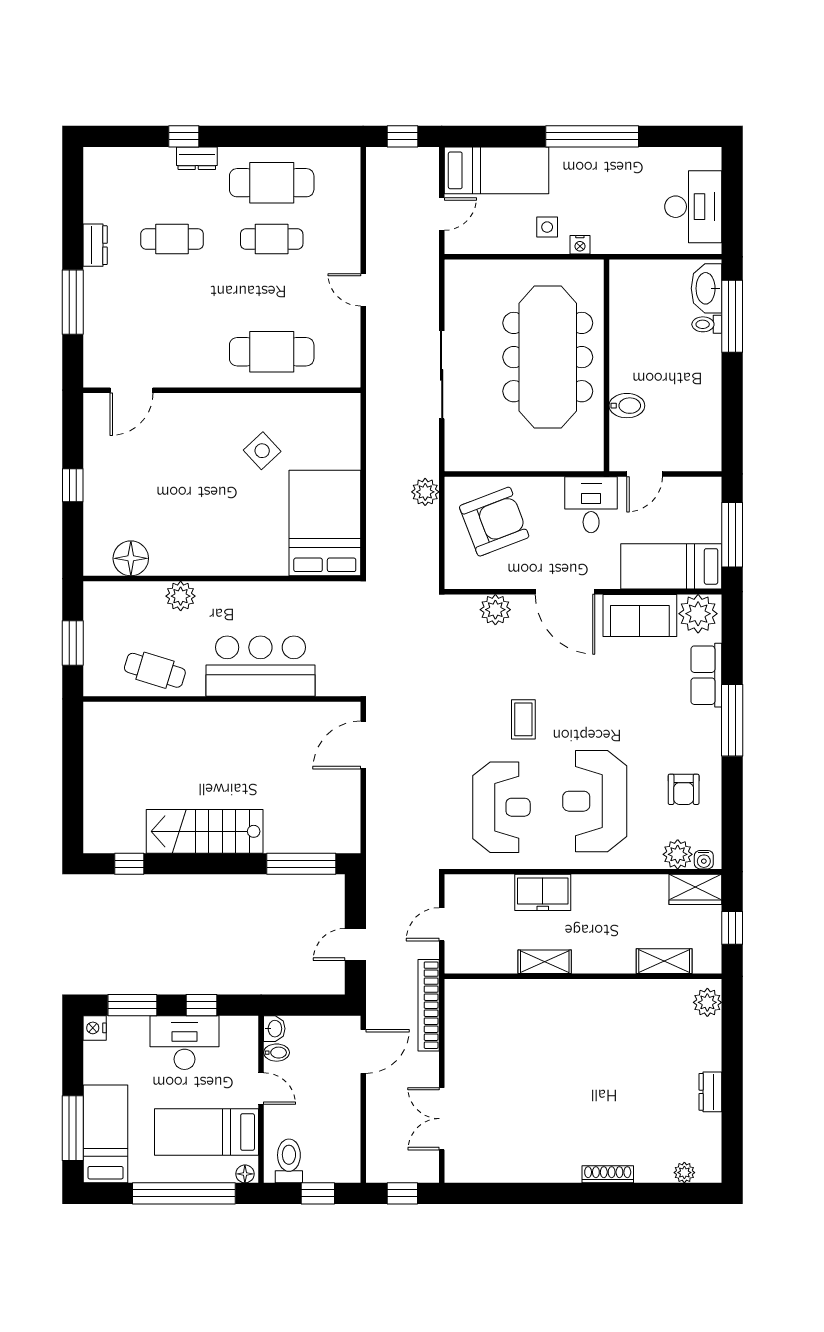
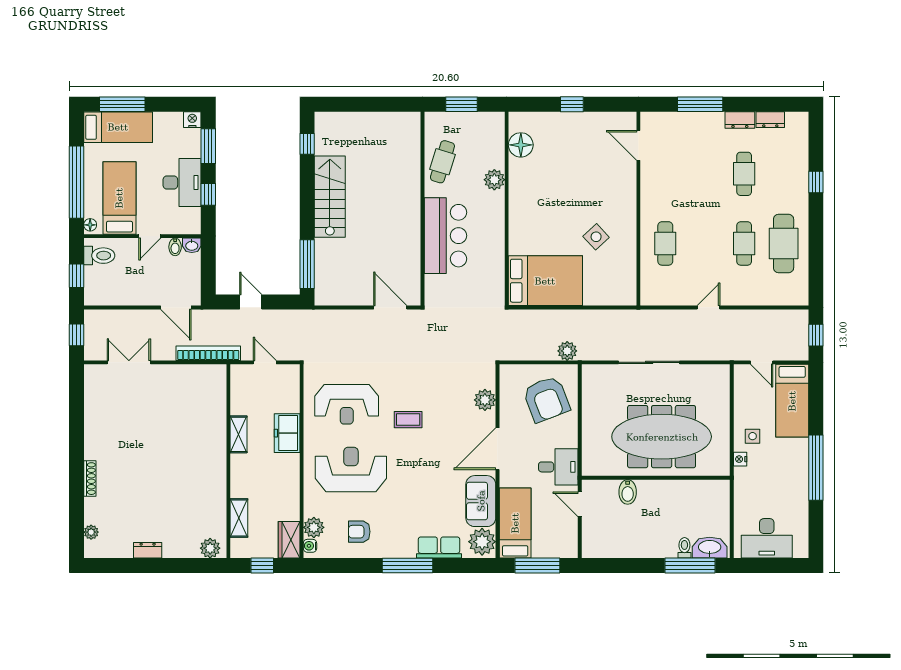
dresser: (197, 158) -> (770, 120), moved, turned -90
cafe table: (272, 352) -> (665, 243), width x0.73, depth x0.74

